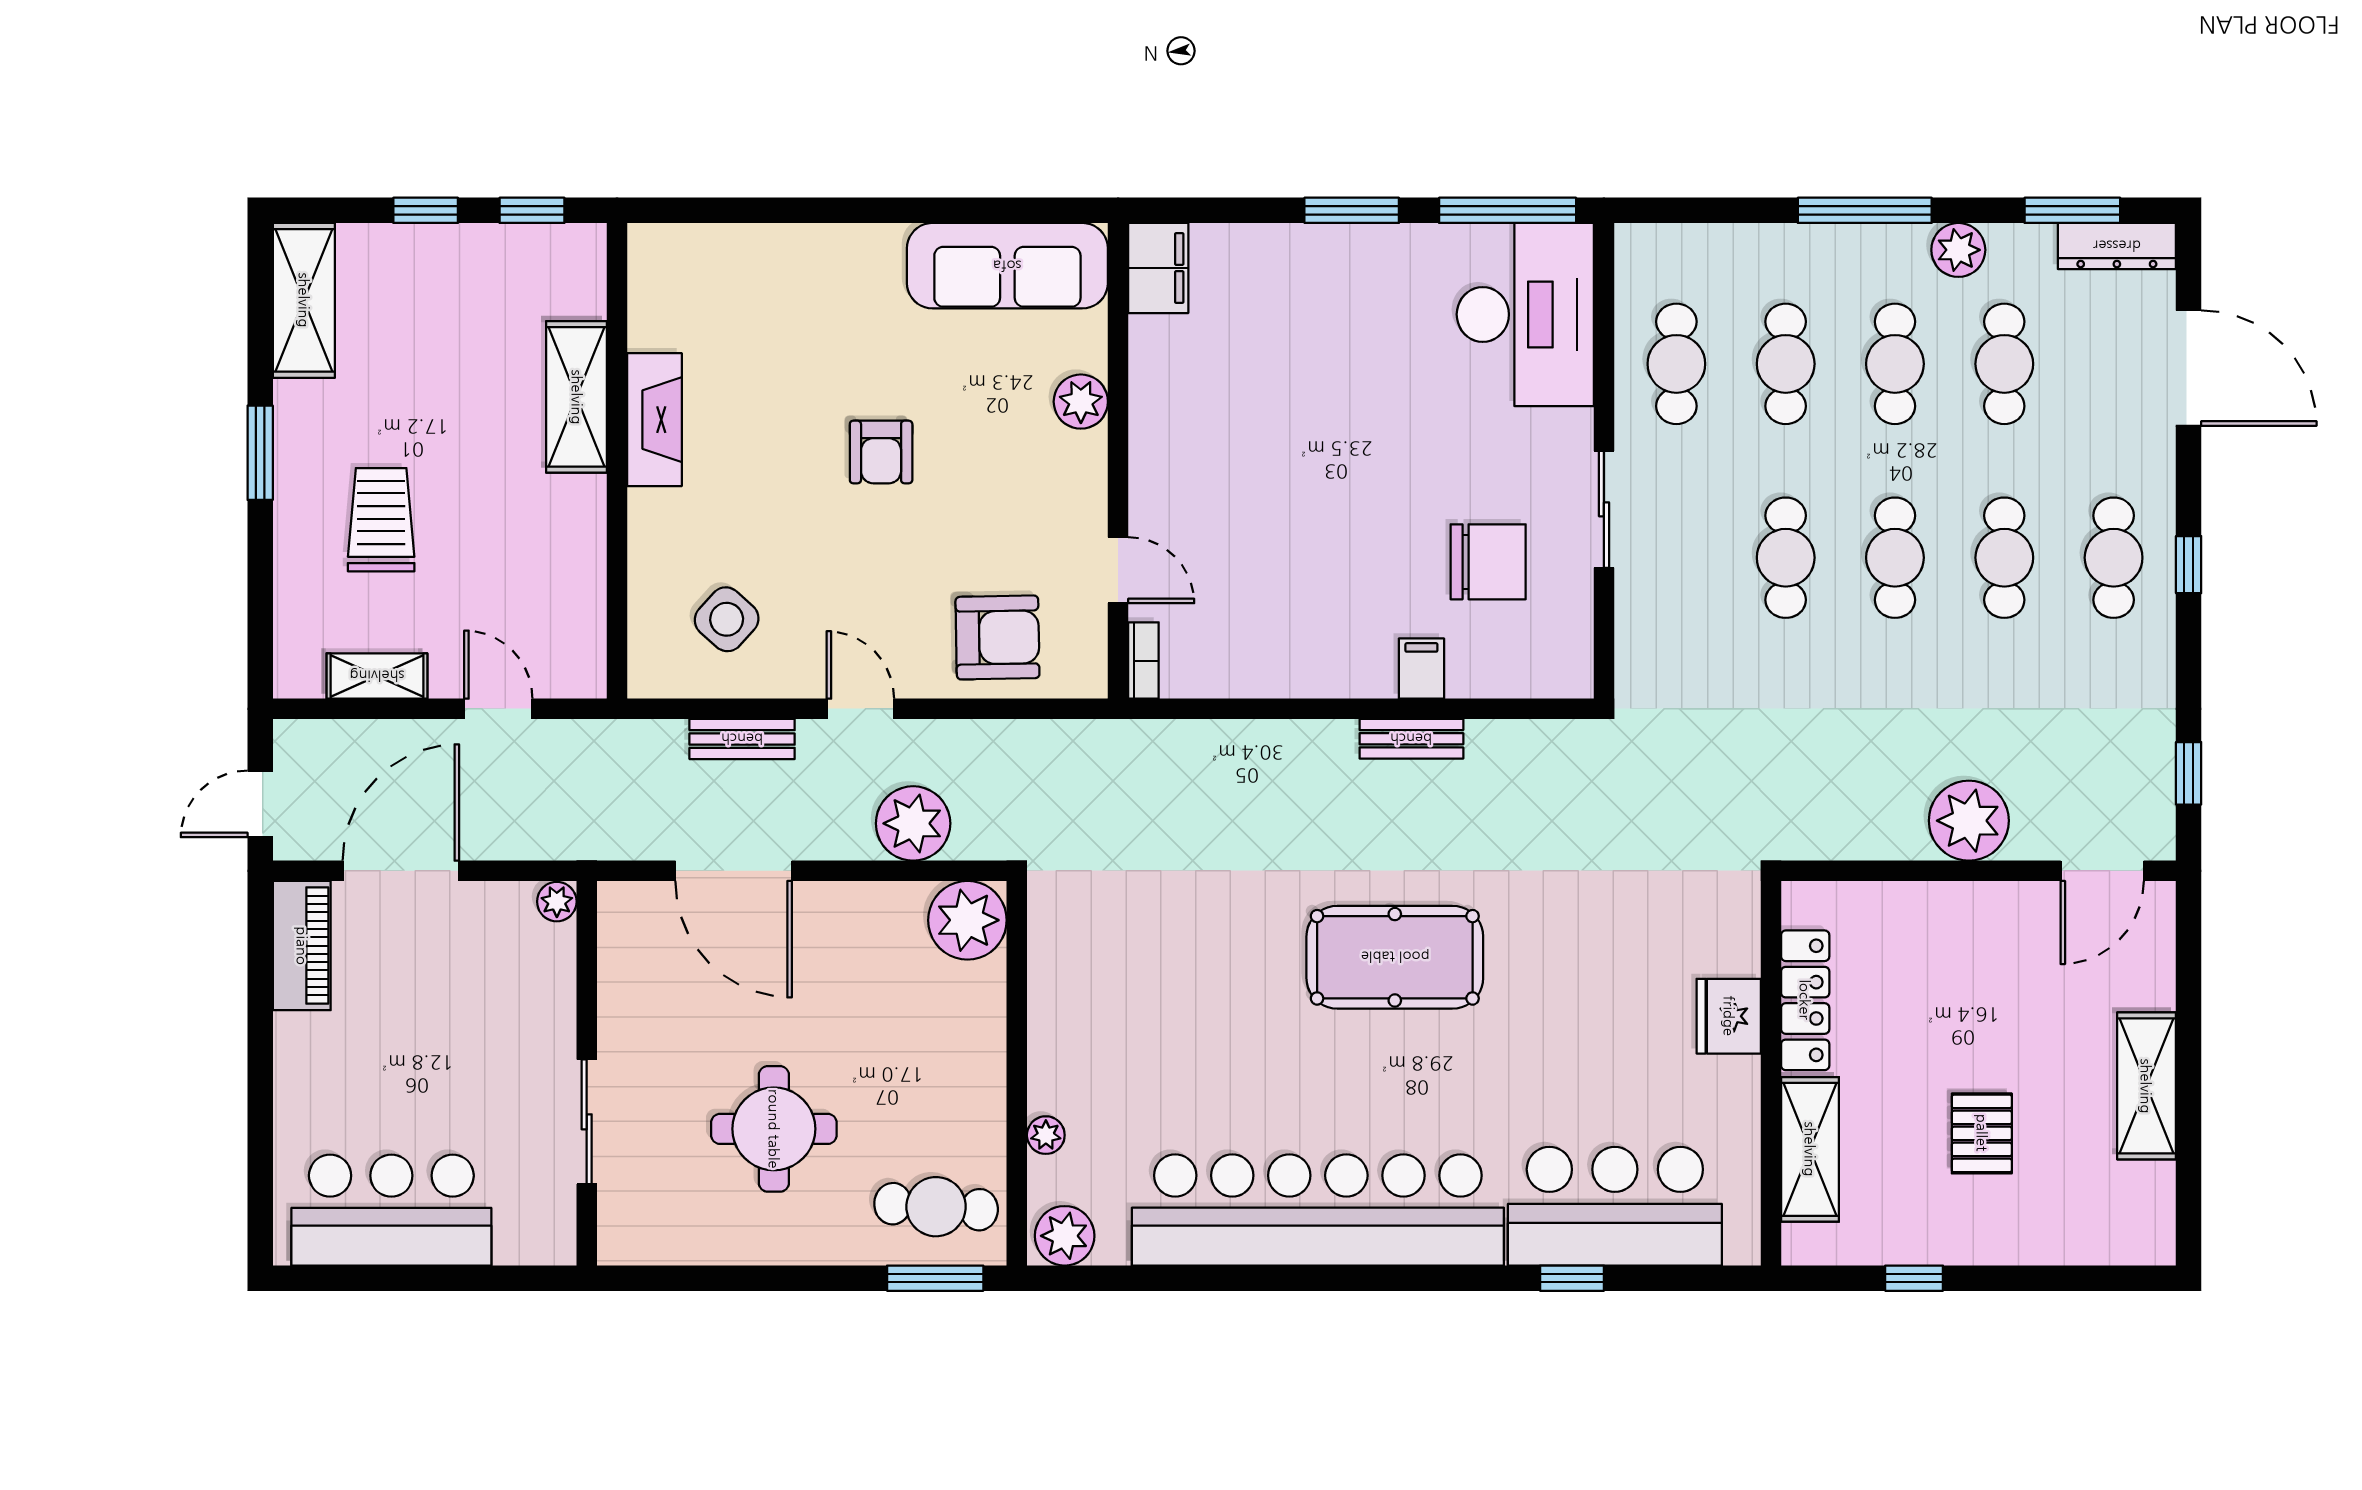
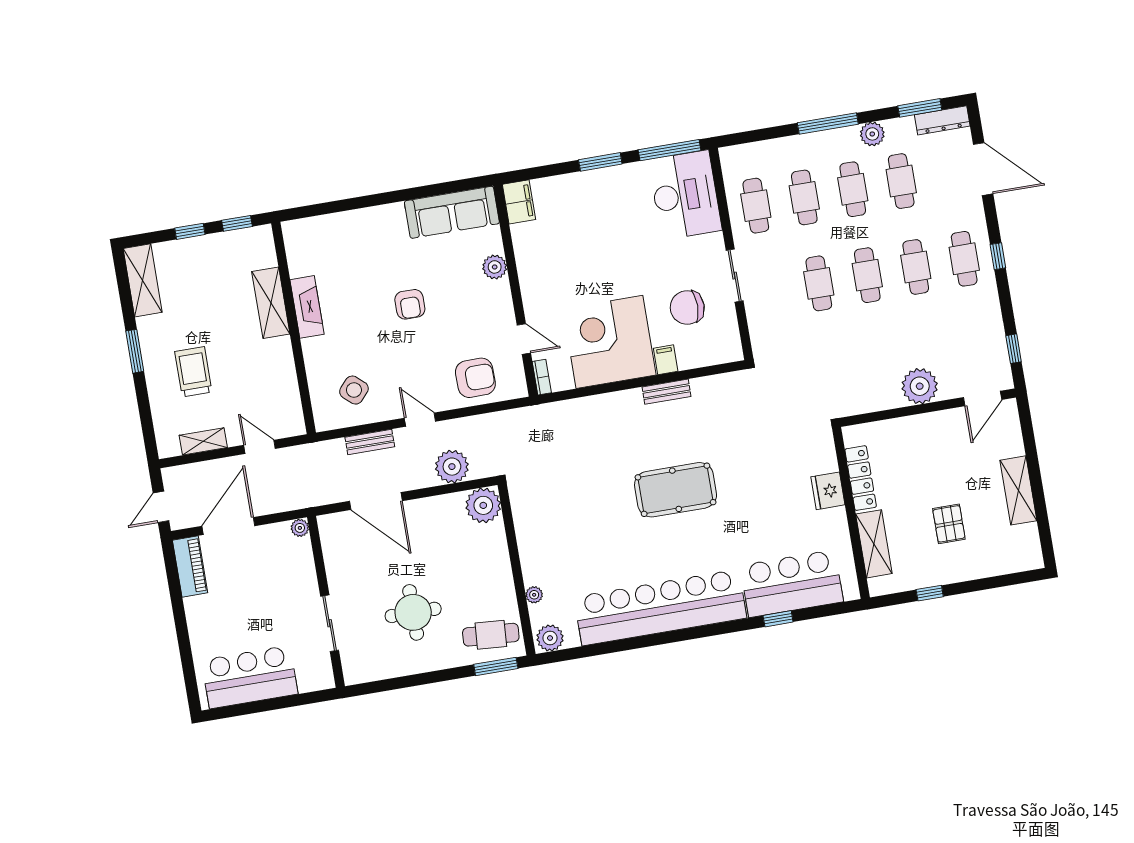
chair: (1488, 562) -> (687, 307), turned 180
corner desk: (1305, 609) -> (609, 342), added

